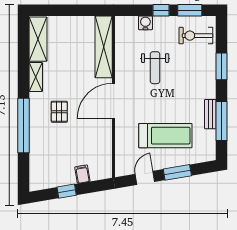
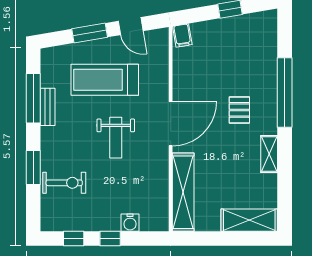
window: (190, 10) -> (74, 239), width x0.67
exercise bike: (196, 36) -> (64, 183), moved
shelving: (38, 39) -> (249, 220), moved, turned 90
weight bench: (155, 68) -> (116, 138), moved, turned 180
filing cabinet: (82, 174) -> (182, 35), moved
door: (145, 178) -> (131, 26), hinge flipped

